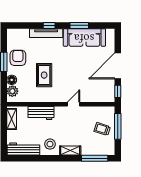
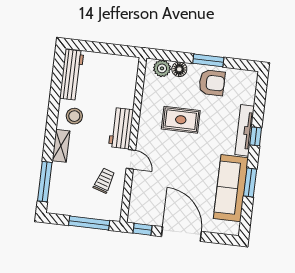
workbench: (41, 113) -> (121, 128), moved
shelving: (12, 119) -> (120, 62), removed
trolley: (102, 129) -> (104, 181), moved

